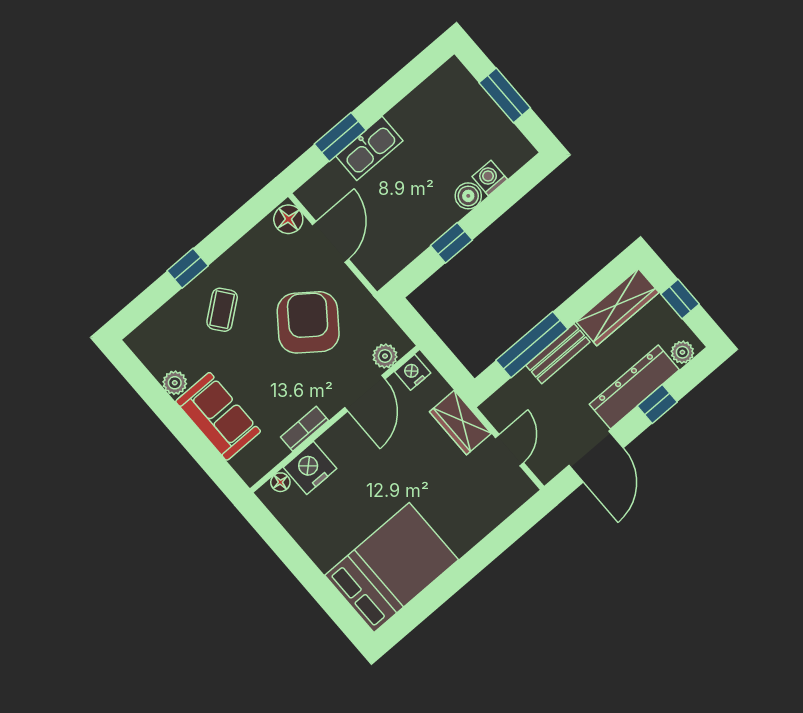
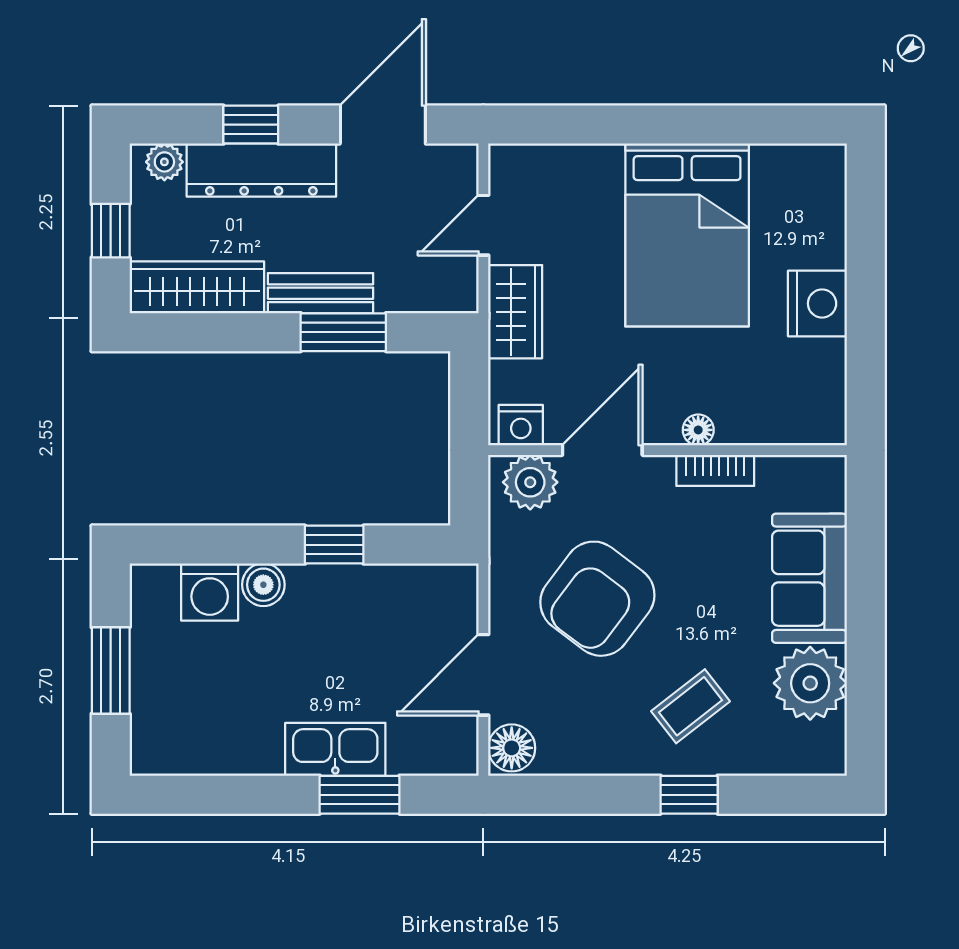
washing machine: (490, 178) -> (210, 592), width x1.38, depth x1.38
window: (532, 345) -> (343, 332), width x0.69
plant: (385, 356) -> (530, 482), width x1.38, depth x1.38
plant: (175, 383) -> (810, 683), width x1.87, depth x1.87
nightstand: (310, 468) -> (817, 304), moved, turned -90
floor lamp: (280, 482) -> (698, 430), moved
bed: (392, 568) -> (687, 235), moved, turned -90

